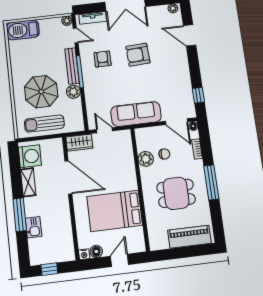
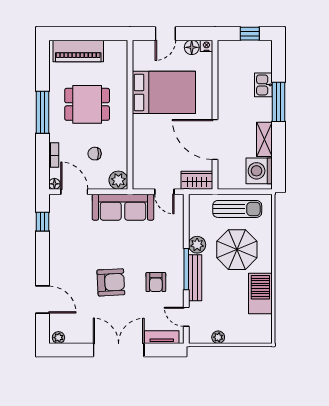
plant: (67, 21) -> (218, 337), moved
barbecue: (23, 30) -> (260, 293), moved, turned -90
plant: (146, 159) -> (118, 180), moved

